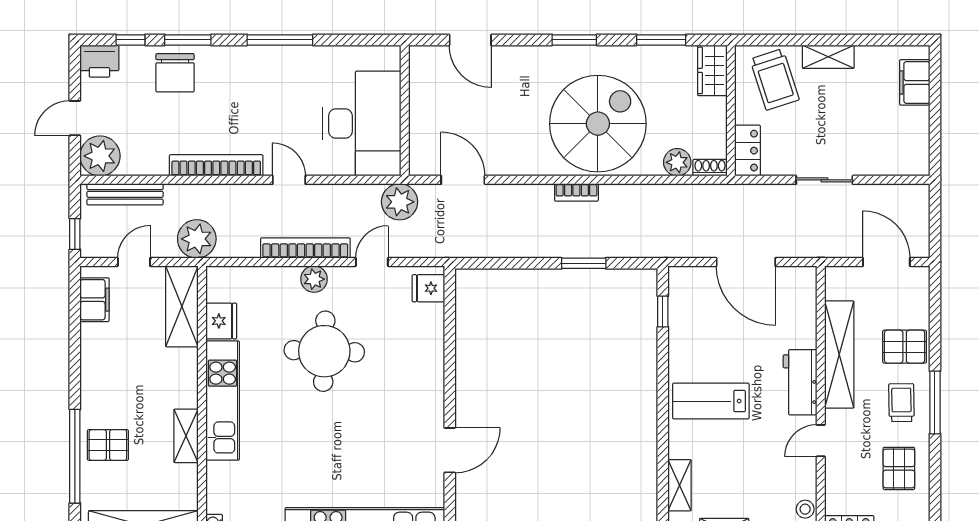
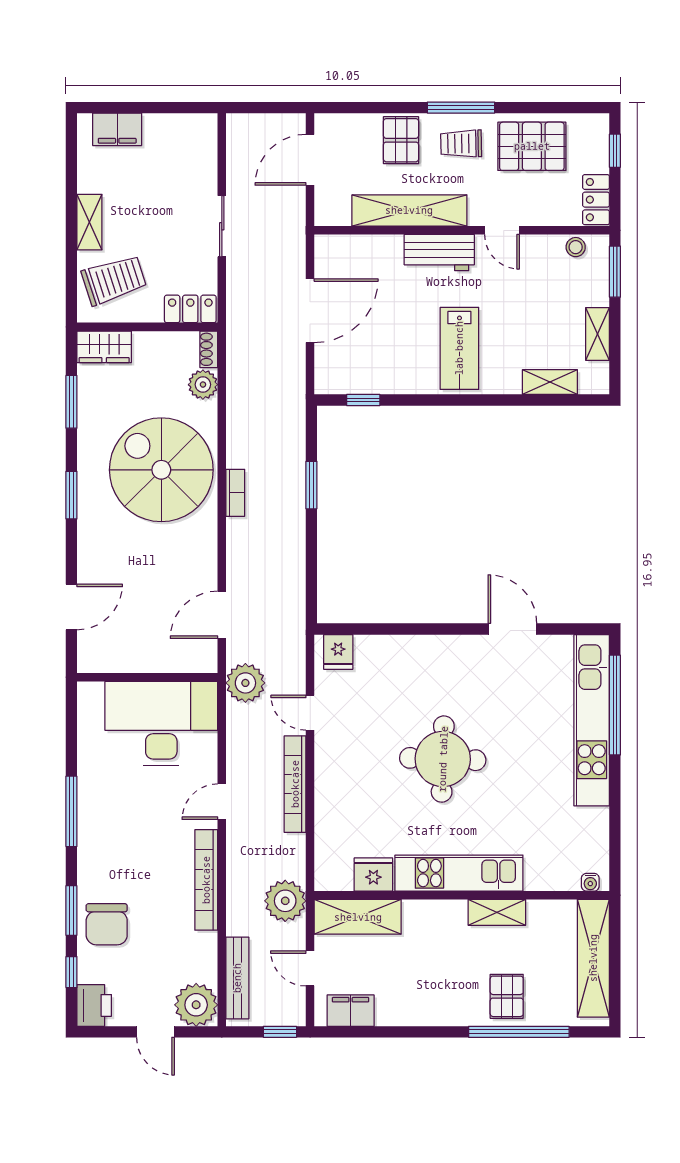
chair: (175, 73) -> (107, 924), turned 90
plant: (314, 279) -> (328, 775), removed
round table: (324, 351) -> (443, 759), moved
pallet: (899, 468) -> (532, 146), width x1.50, depth x1.42

